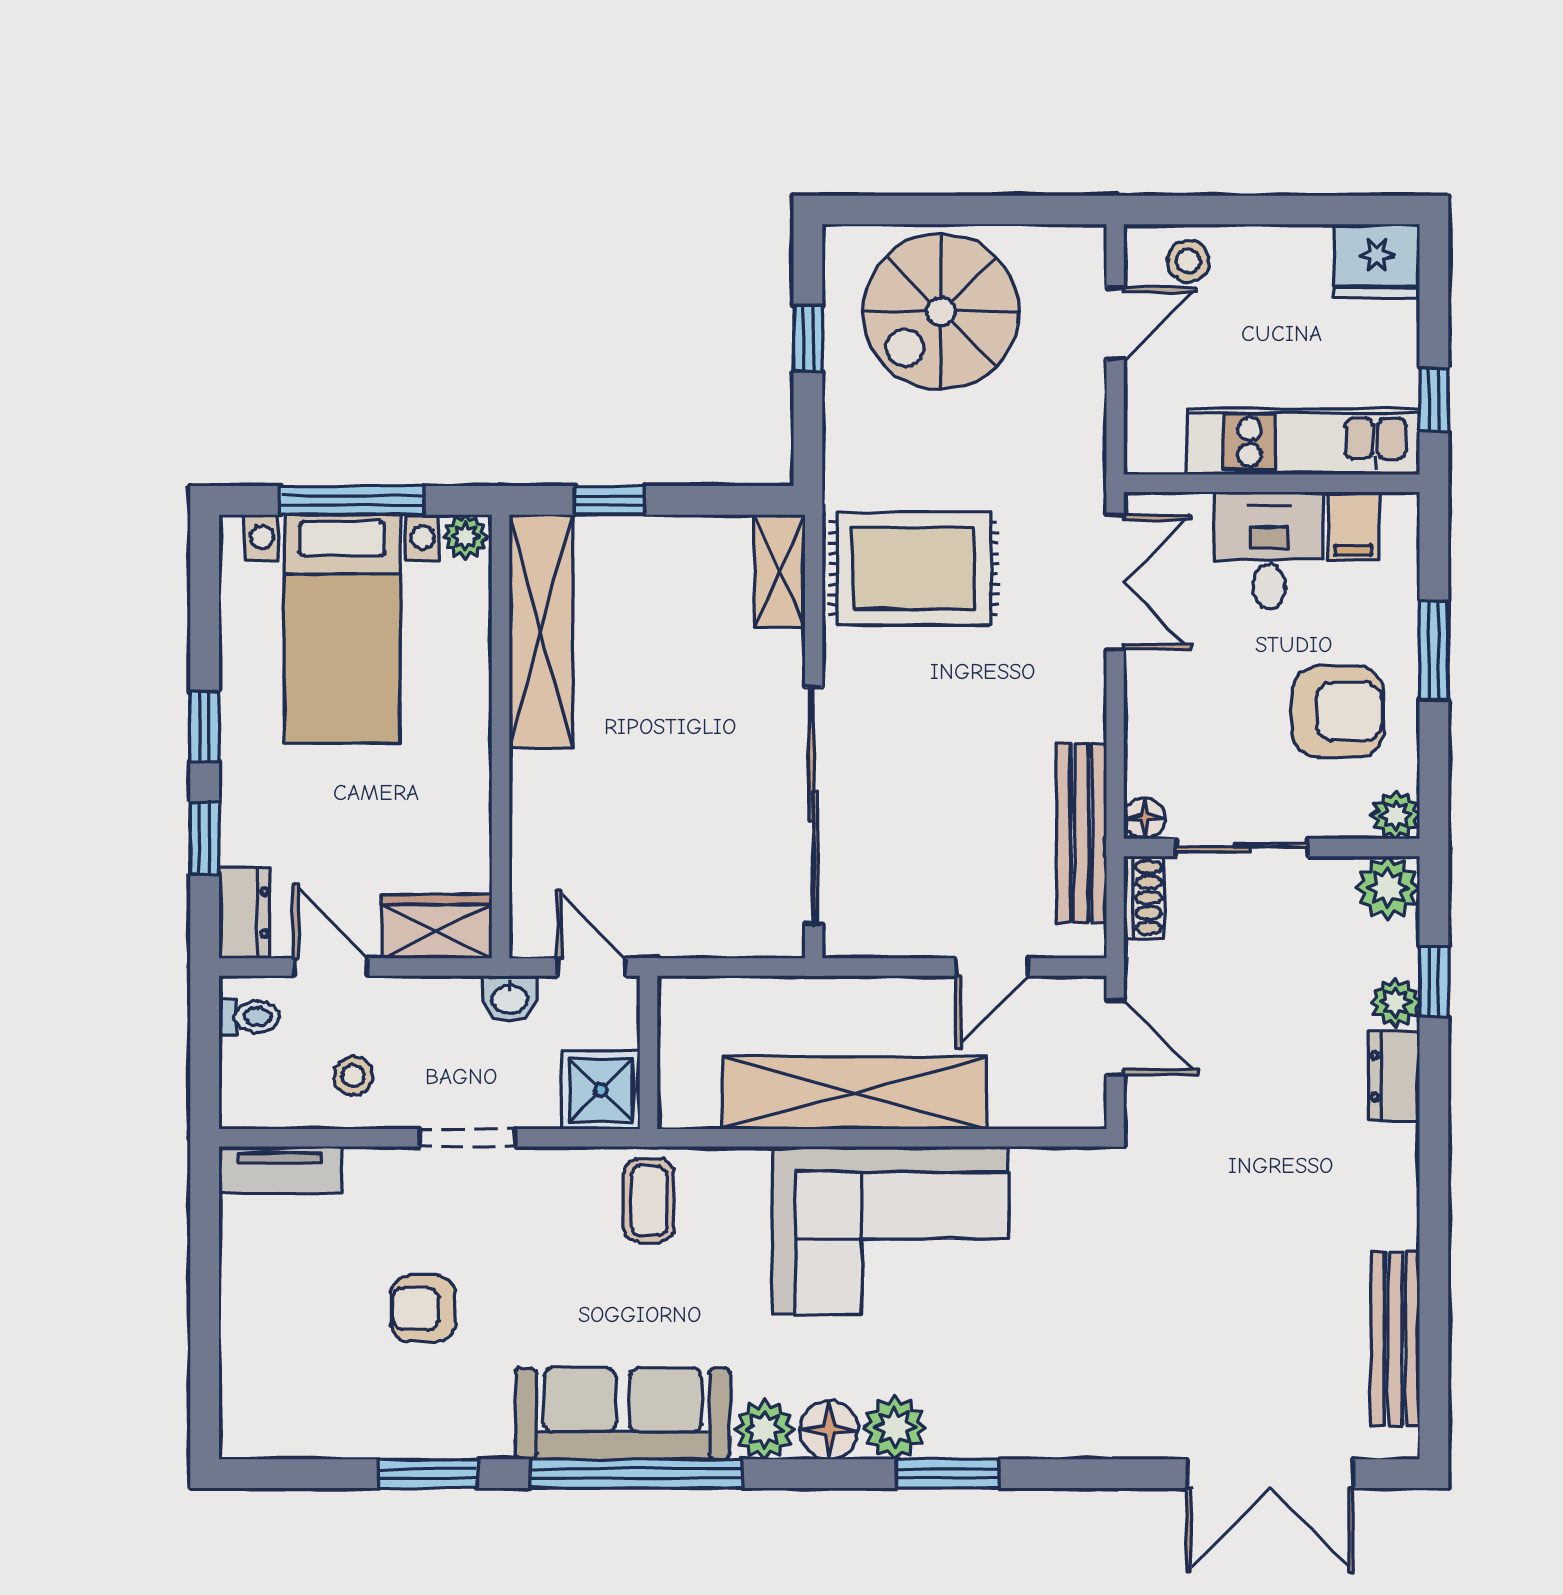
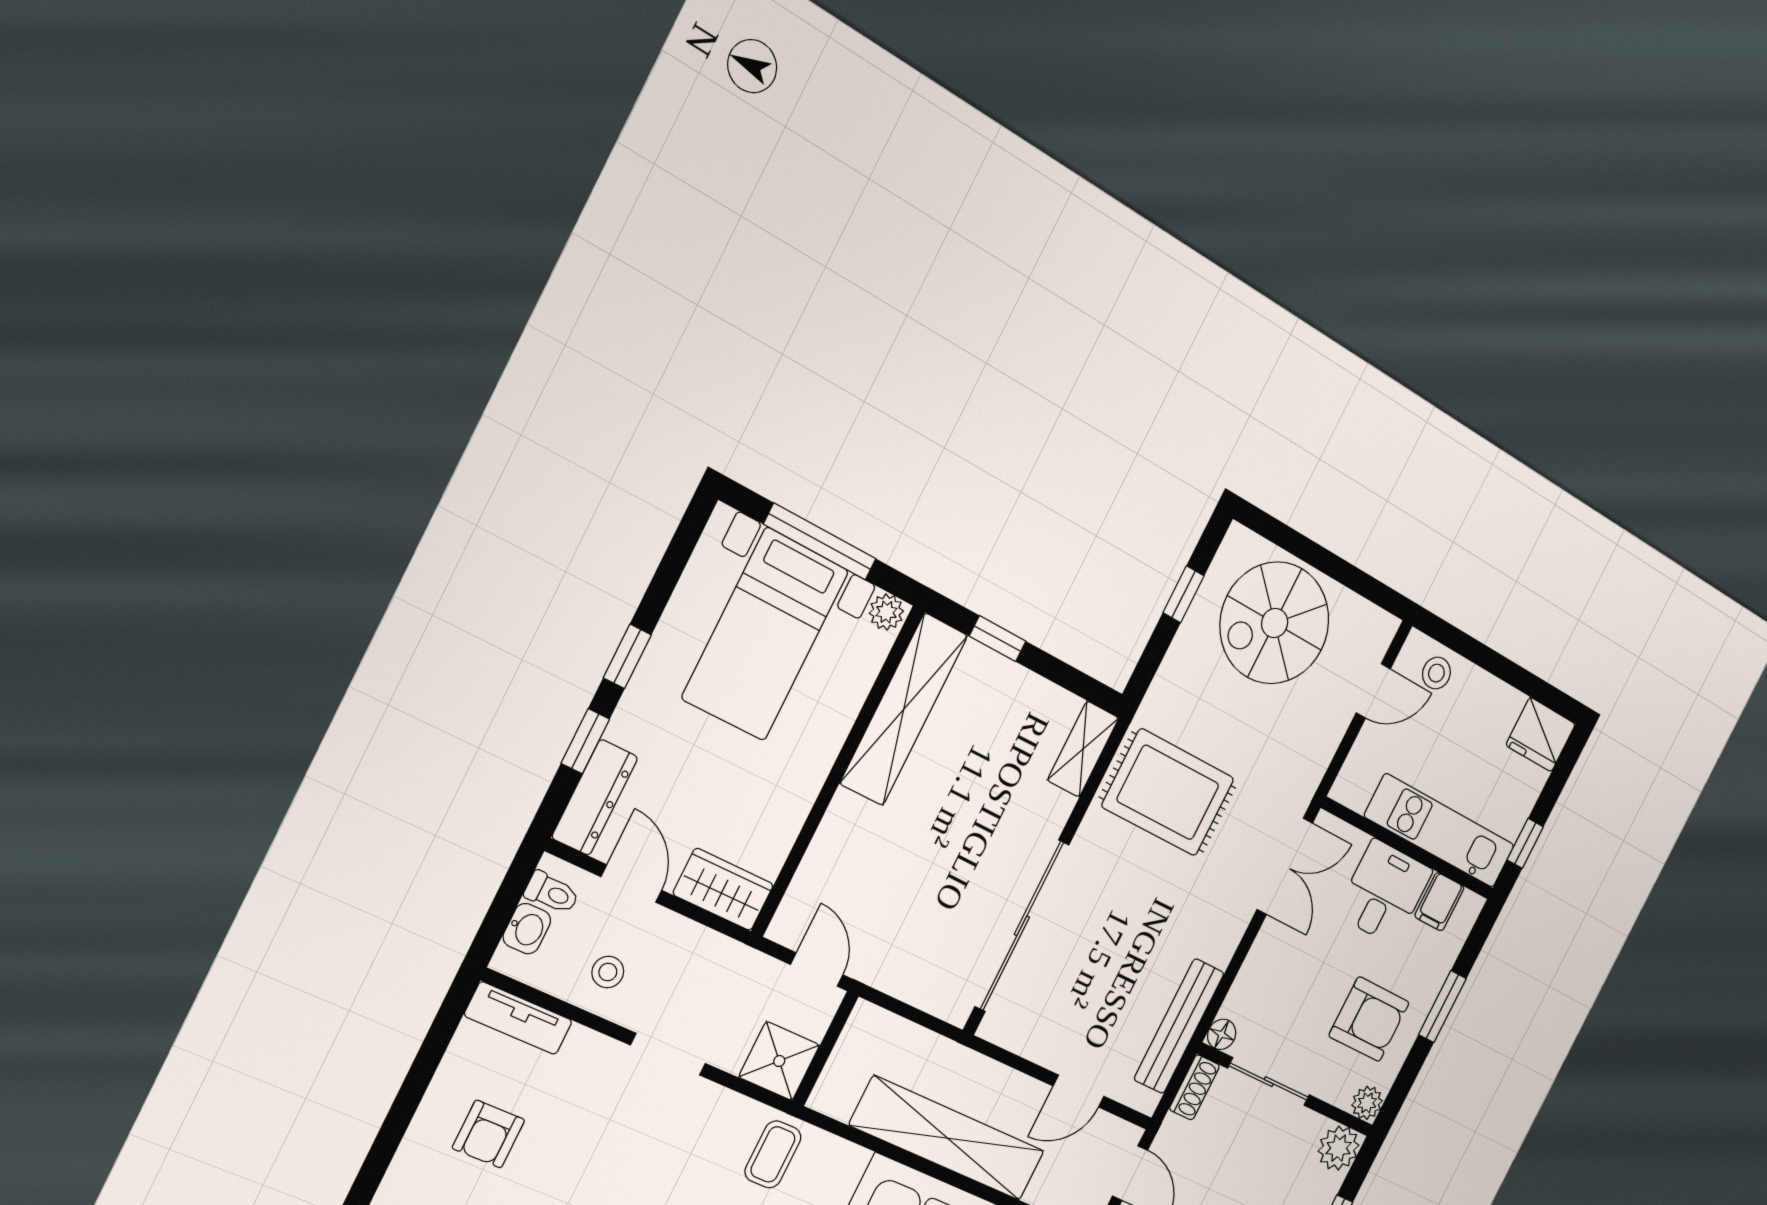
dresser: (244, 913) -> (595, 797), width x1.44
washbasin: (509, 998) -> (527, 929), moved, turned -90
armchair: (423, 1309) -> (488, 1134), moved, turned -90

